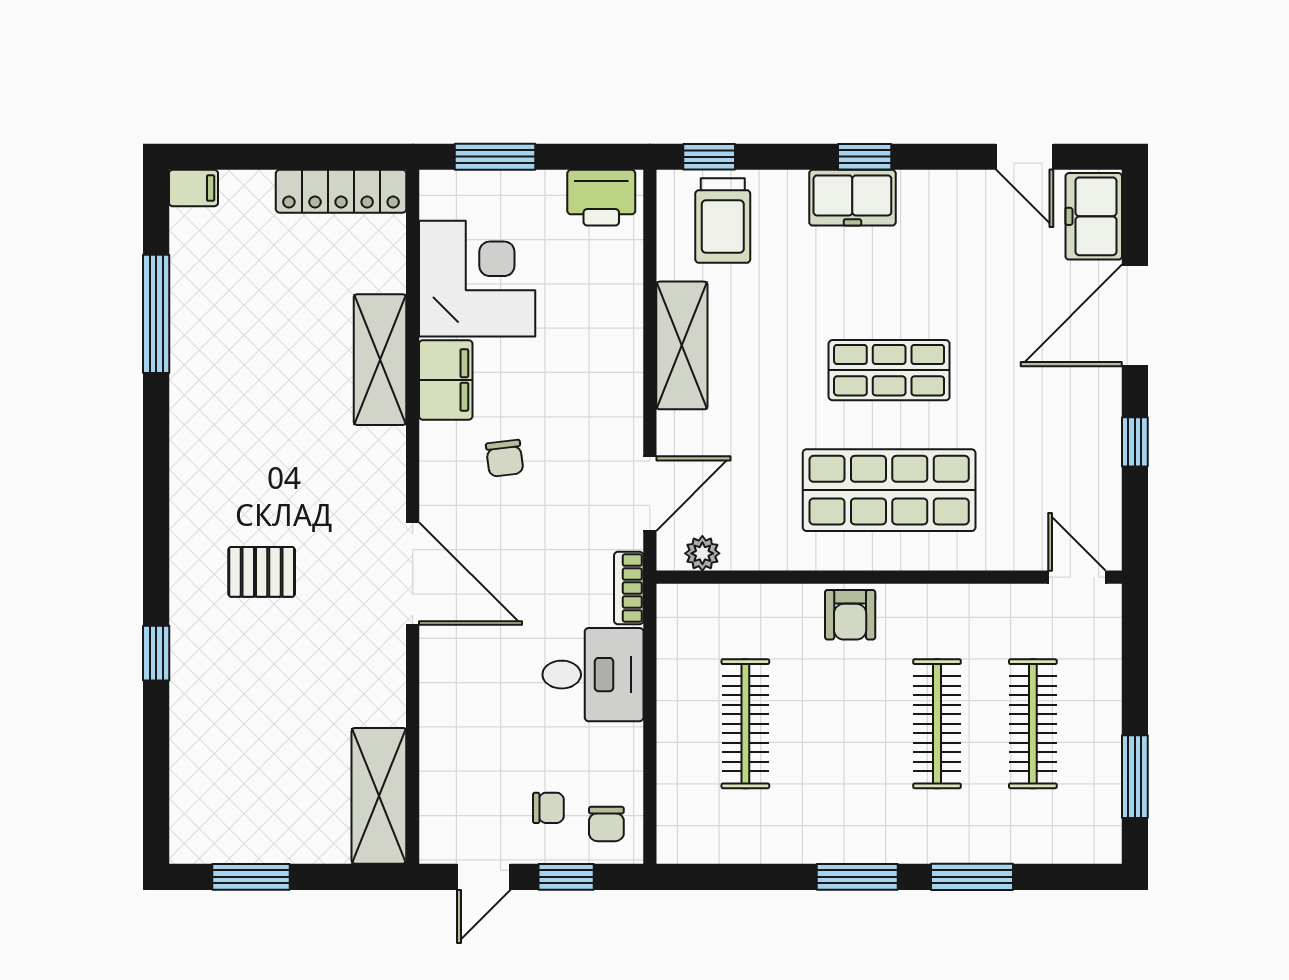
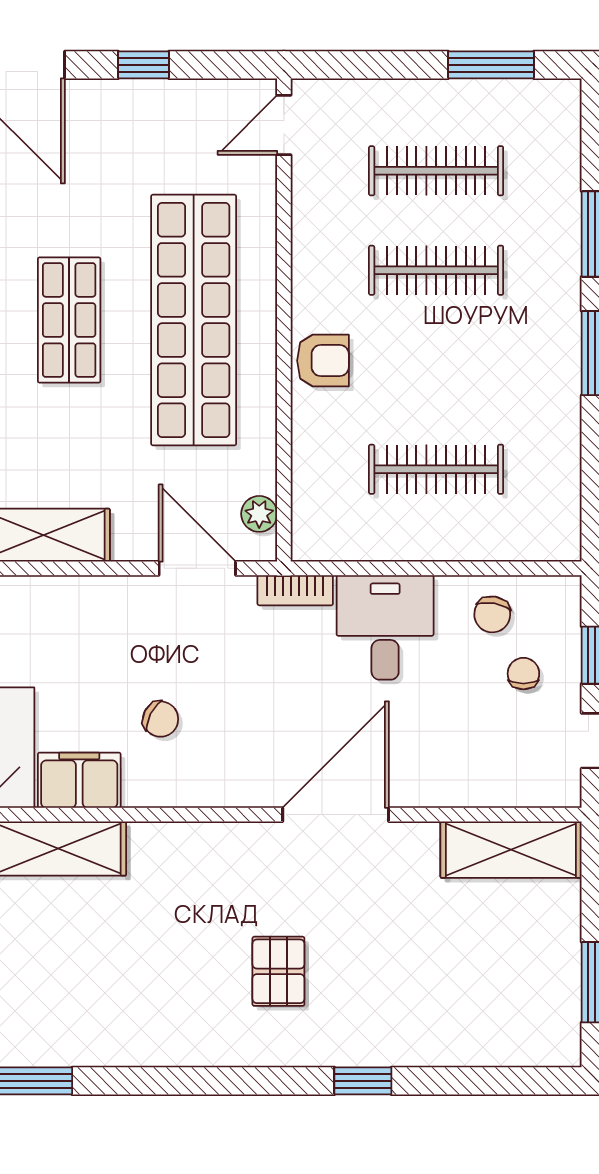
chair: (505, 458) -> (161, 719), turned 34
shop shelf: (889, 490) -> (194, 320), width x1.40
door: (413, 574) -> (336, 815), moved
chair: (606, 824) -> (492, 614), moved, turned 100

